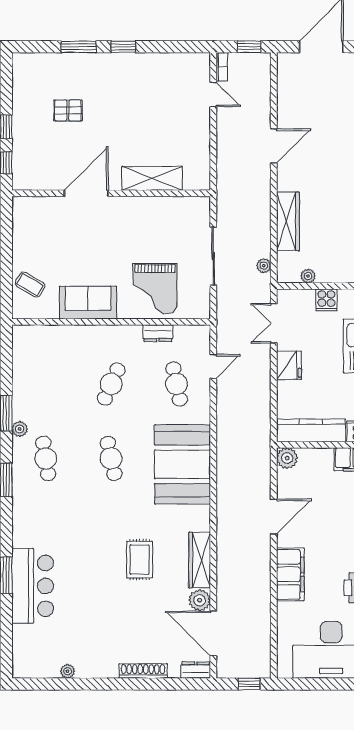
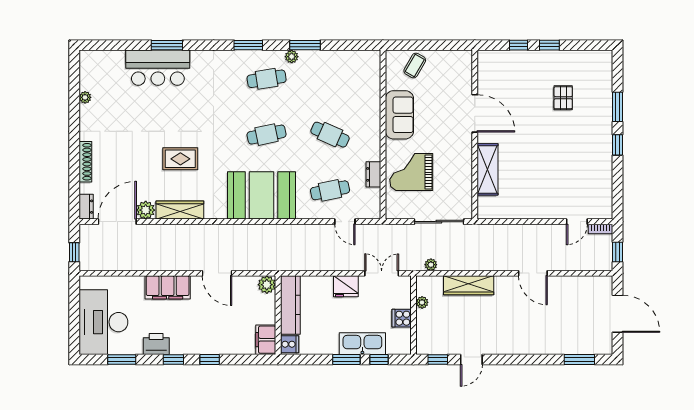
shelving: (152, 178) -> (488, 169), moved
door: (86, 193) -> (475, 113), moved
wall: (111, 193) -> (475, 135), moved

